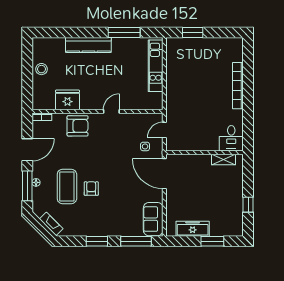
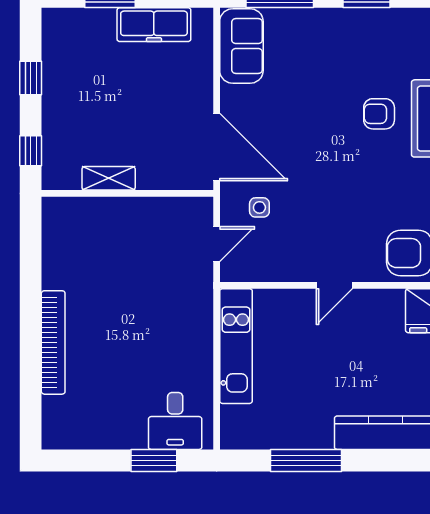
kitchen unit: (156, 66) -> (236, 346), moved
desk: (231, 138) -> (175, 421), moved, turned 180
shelving: (223, 160) -> (109, 178), moved
window: (248, 172) -> (31, 151), added
armchair: (91, 189) -> (379, 114), turned 90

